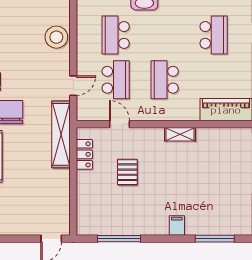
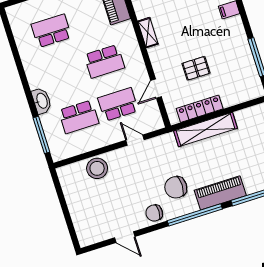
shelving: (61, 134) -> (205, 130), moved
locker: (84, 154) -> (200, 109), width x1.53

